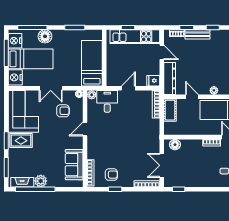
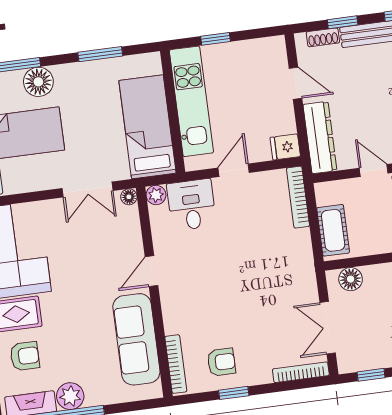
kitchen unit: (135, 37) -> (191, 101), moved, turned -90
double door: (51, 88) -> (88, 189), moved
cot: (170, 110) -> (333, 230), moved
armchair: (63, 111) -> (25, 356), moved
sofa: (74, 165) -> (136, 339), width x1.36

